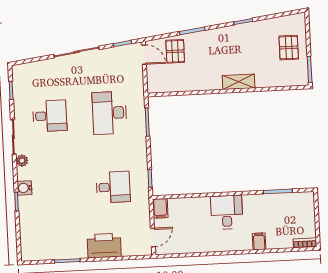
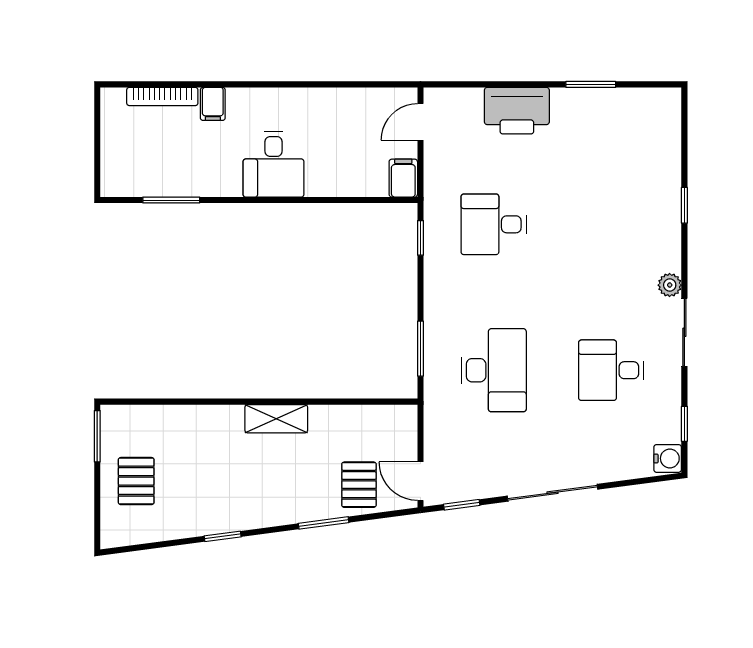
shelving: (239, 82) -> (276, 419), moved
water cooler: (24, 188) -> (668, 458), moved
bookcase: (305, 243) -> (162, 96), moved, width x1.56

